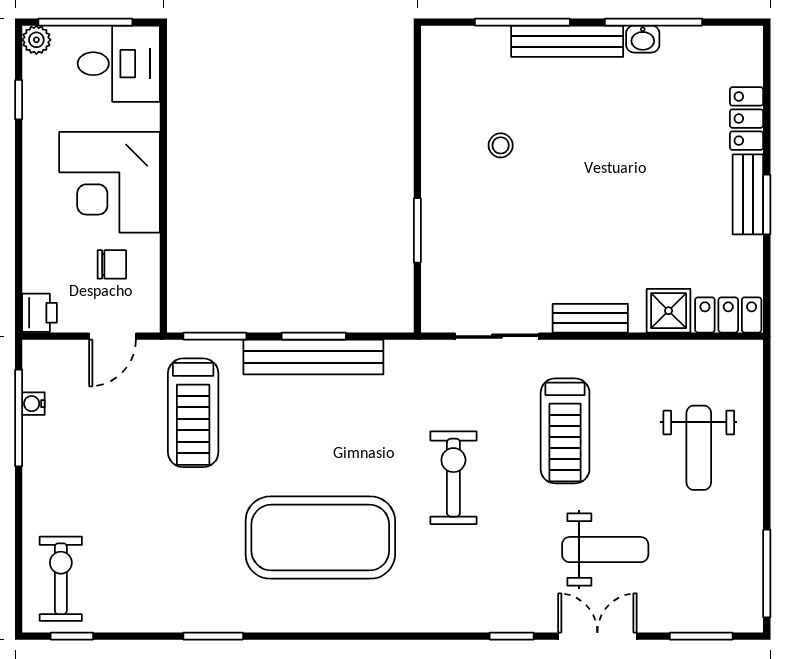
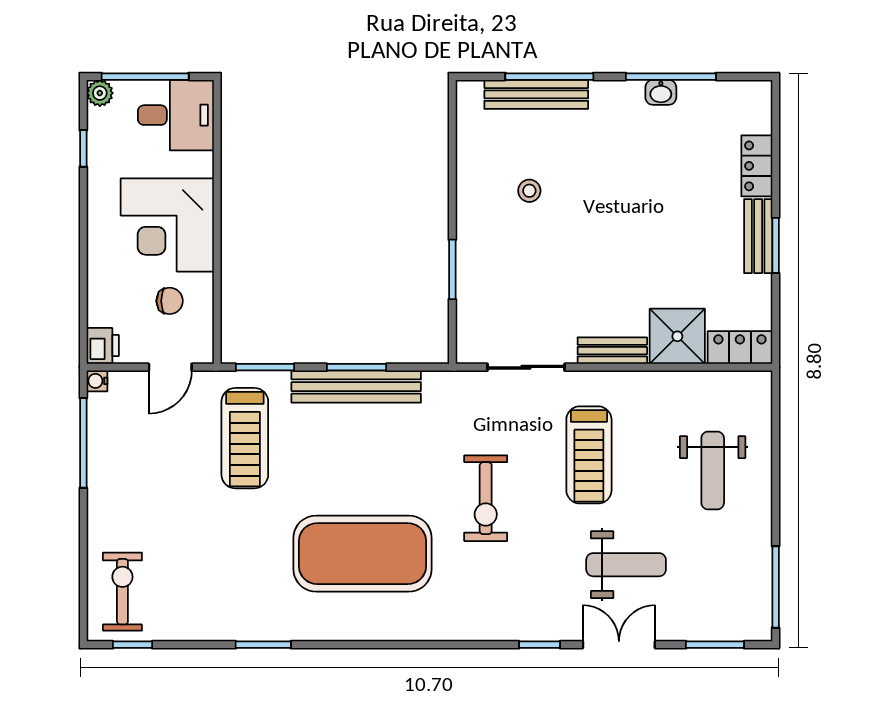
bench: (567, 41) -> (536, 94), moved
shower: (669, 311) -> (677, 336), width x1.36, depth x1.36
water cooler: (33, 404) -> (97, 381), moved
exercise bike: (453, 478) -> (486, 498), turned 180

